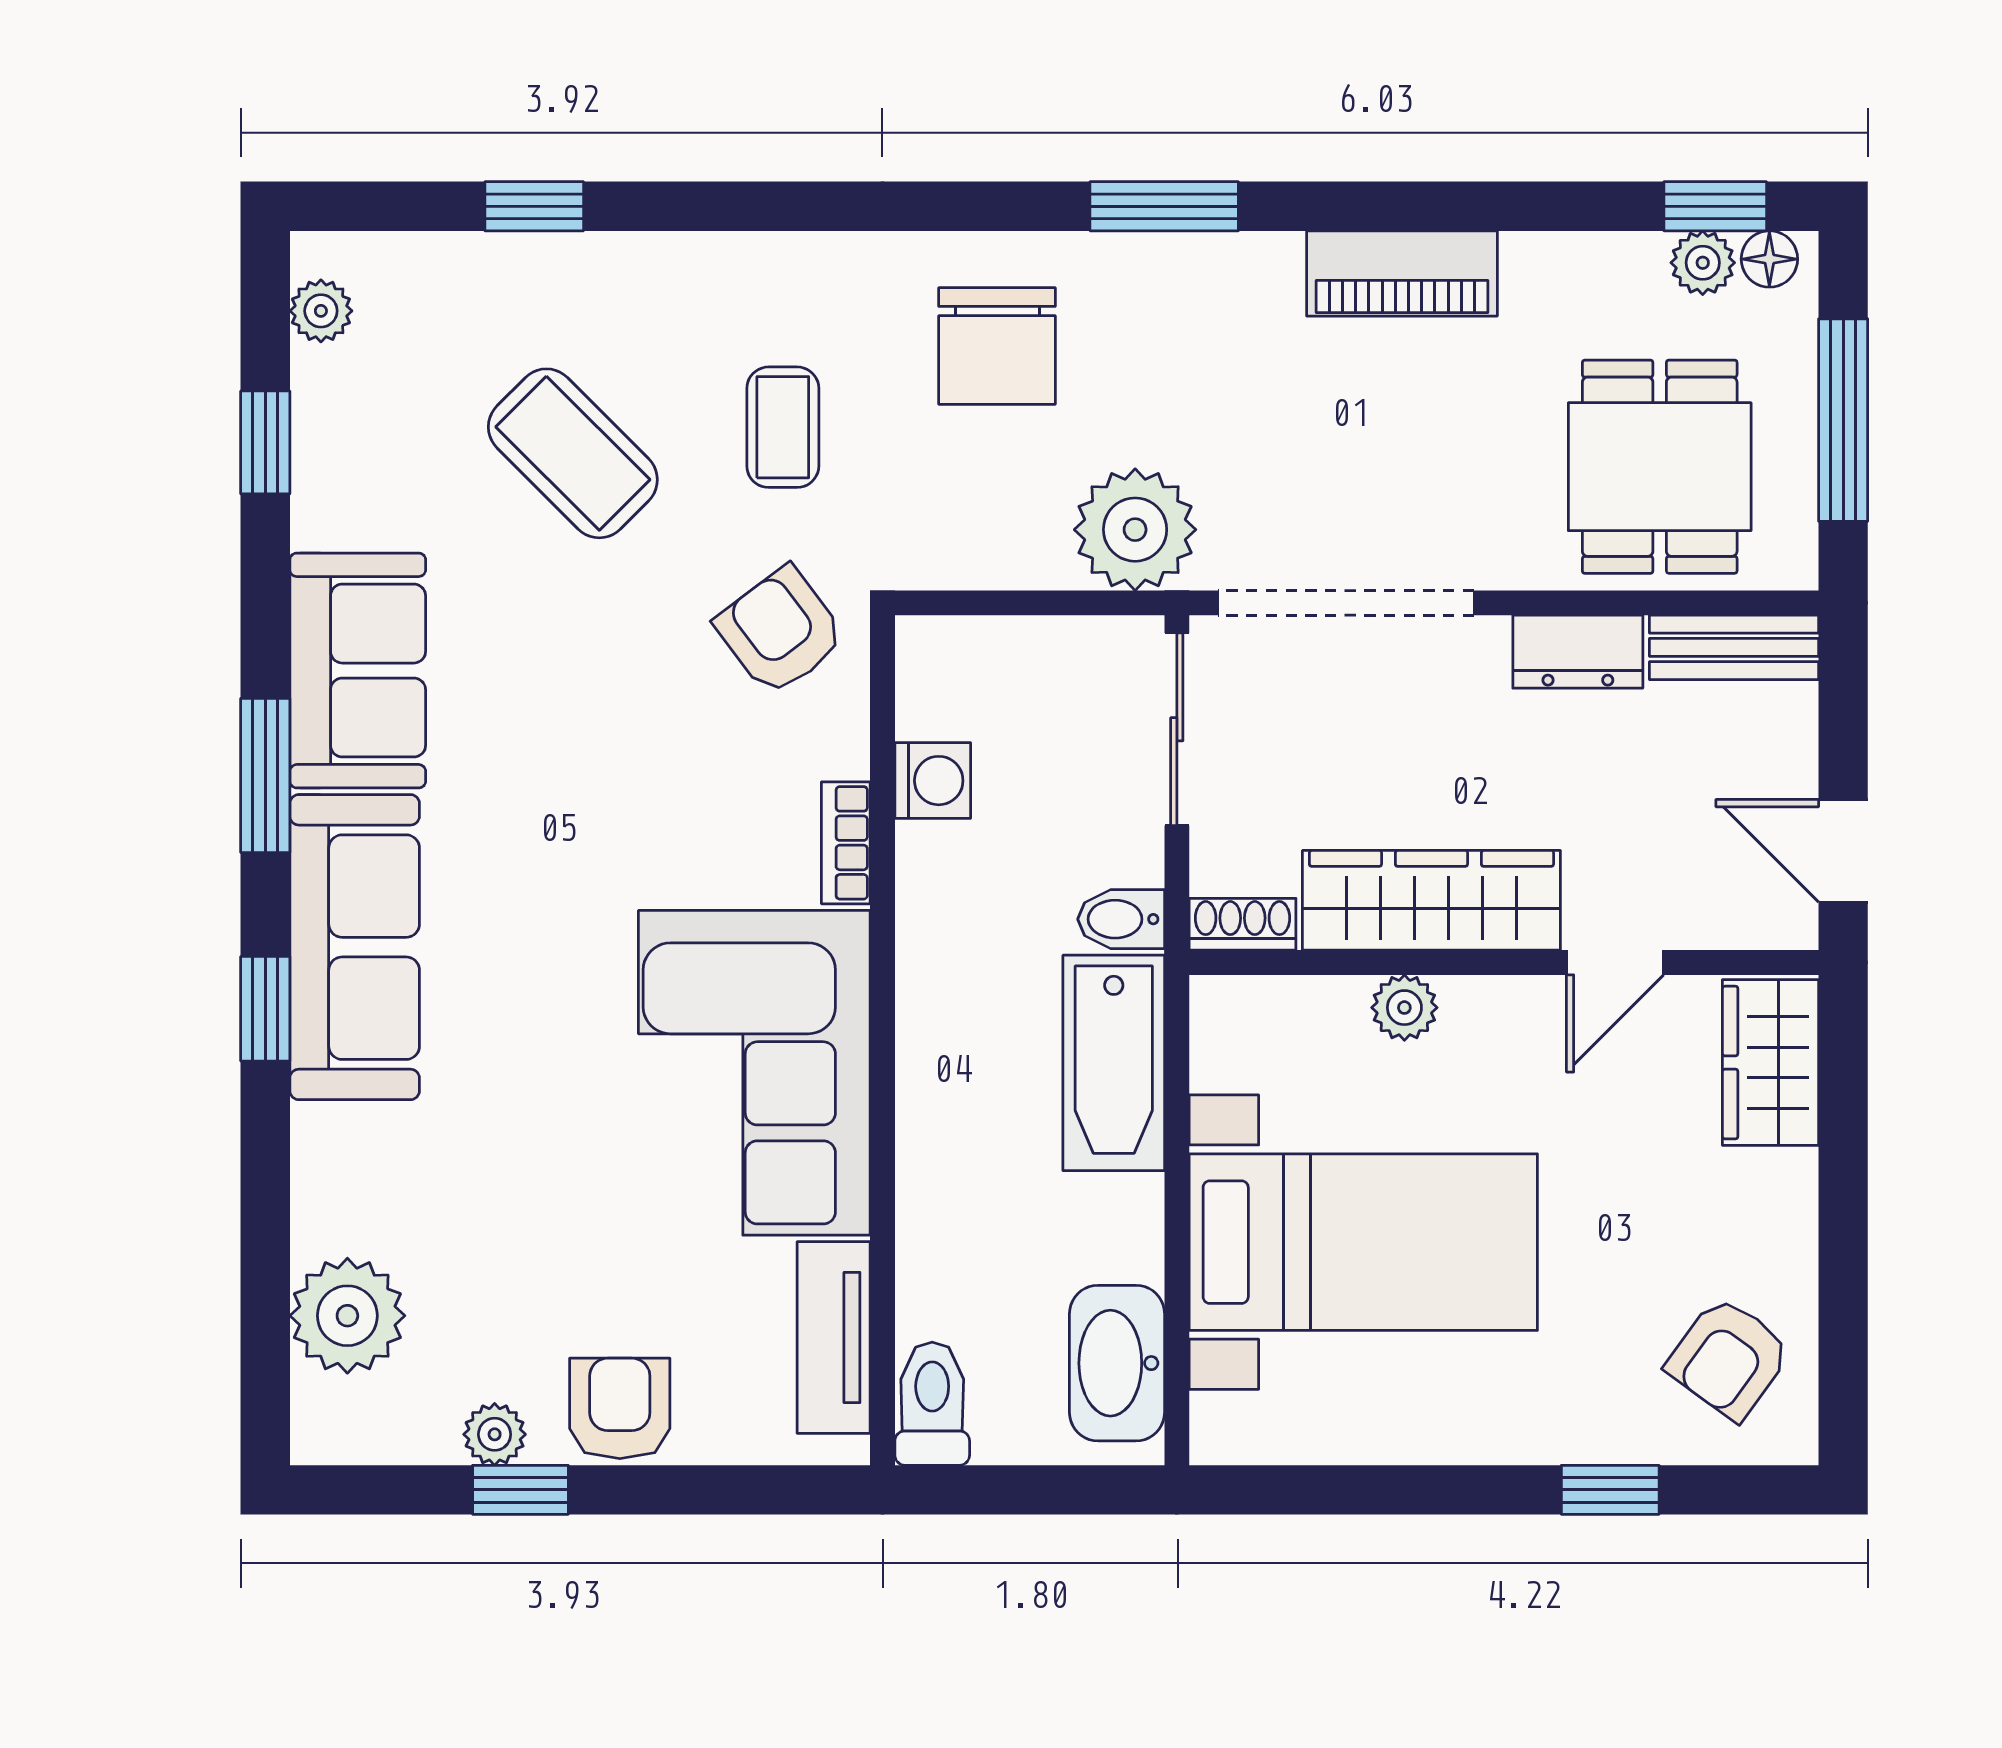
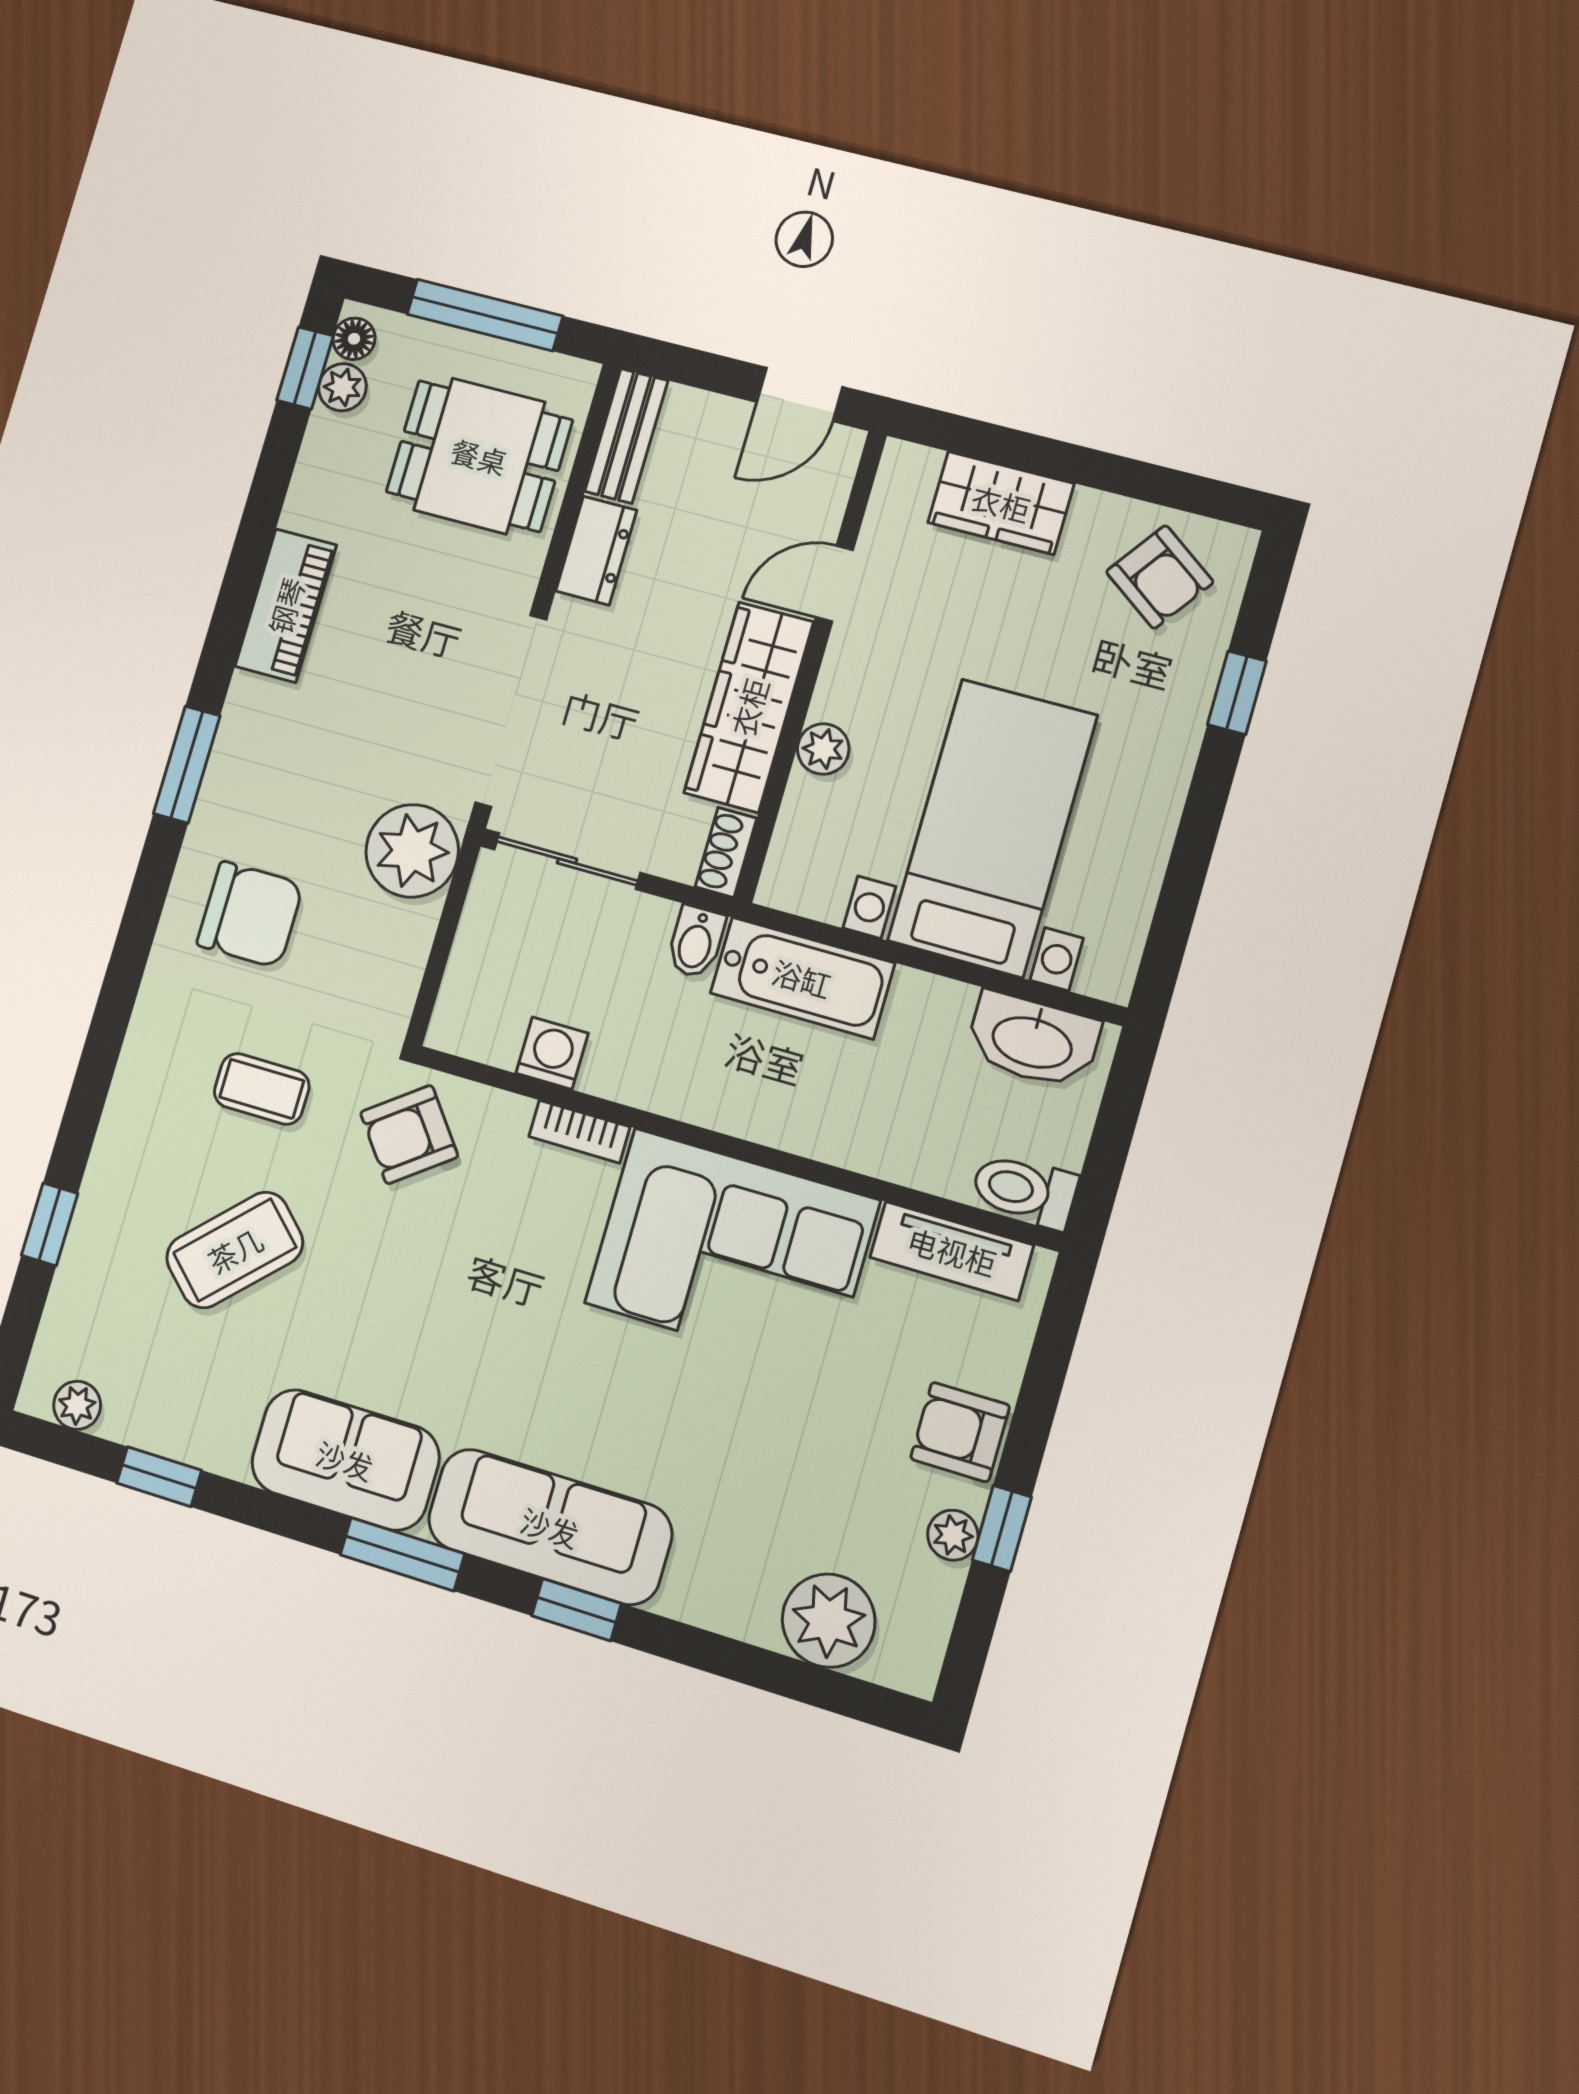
door: (1615, 962) -> (834, 584), swing flipped
wardrobe: (1770, 1063) -> (1001, 503), moved

